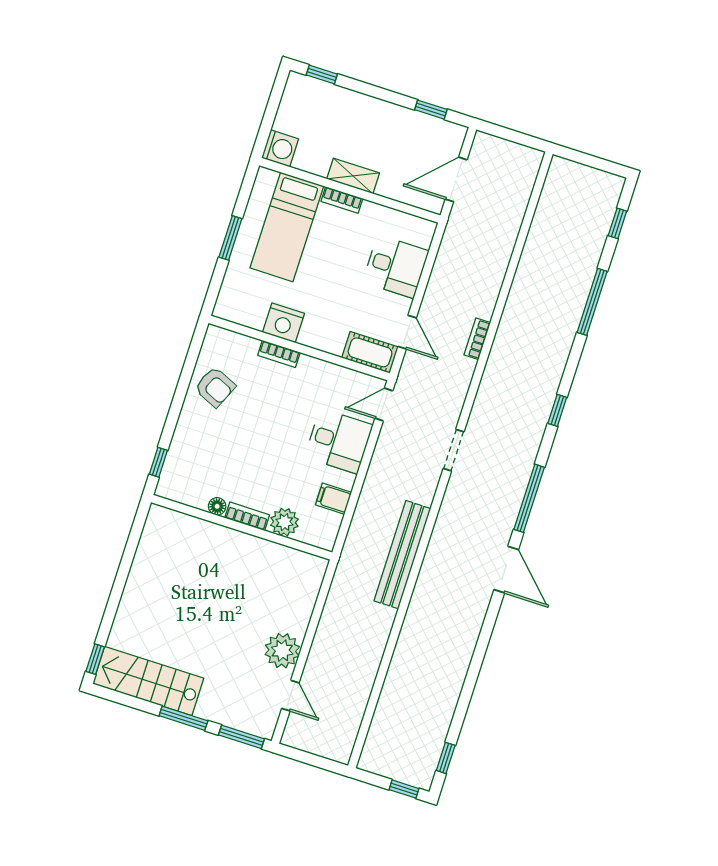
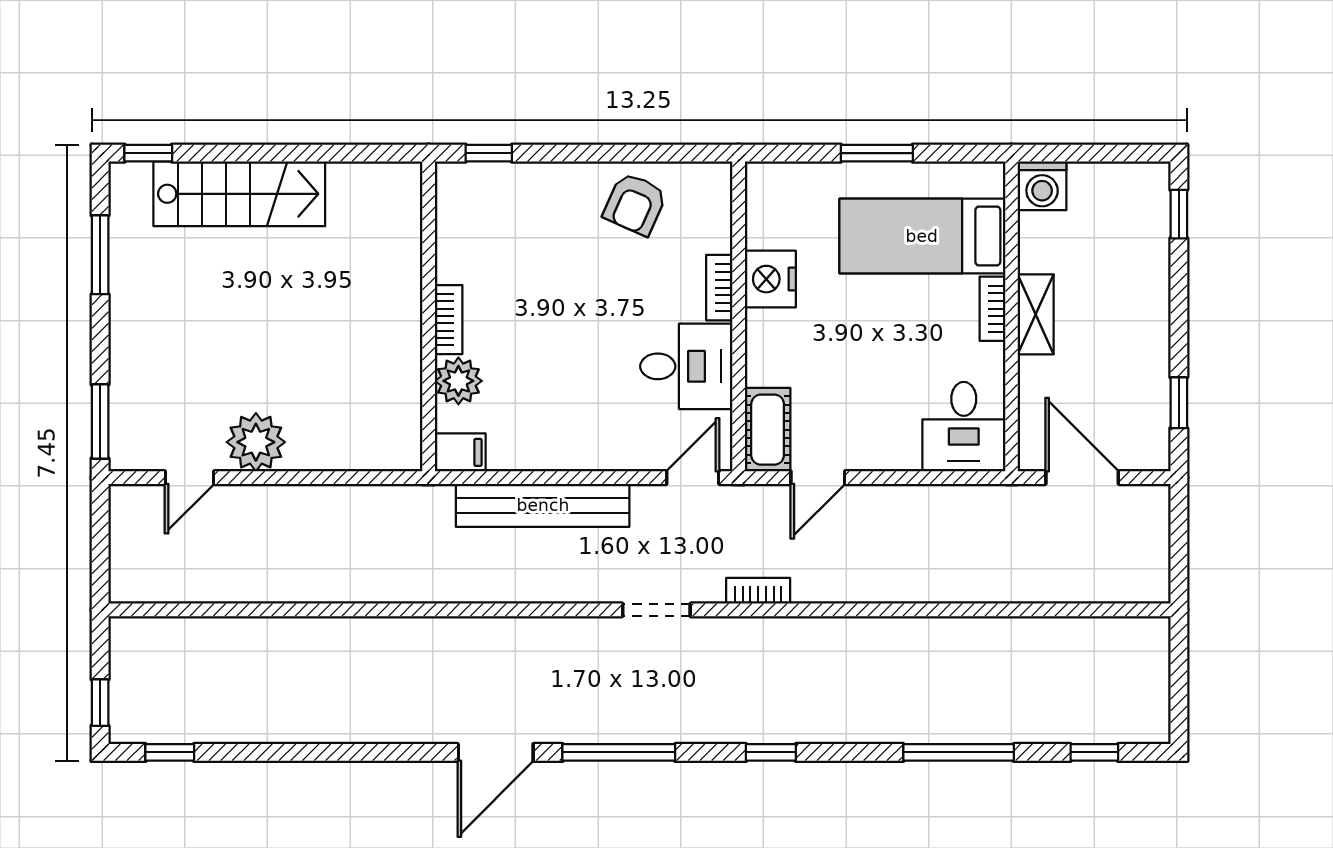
desk: (396, 266) -> (964, 427), moved
bookcase: (477, 339) -> (758, 591), moved
door: (384, 405) -> (693, 478), hinge flipped
desk: (339, 441) -> (686, 366), moved, turned -90
filing cabinet: (334, 499) -> (460, 452), moved, turned 90
floor lamp: (217, 506) -> (449, 267), removed
bench: (402, 555) -> (543, 505), moved
stairs: (148, 681) -> (239, 194), moved, turned 90
window: (183, 718) -> (100, 255), moved

